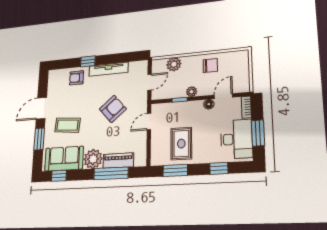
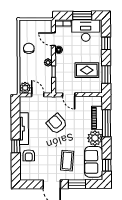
plant: (174, 64) -> (25, 88), moved

